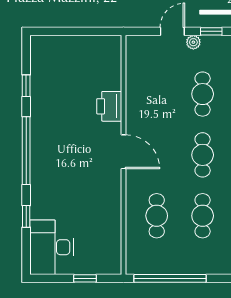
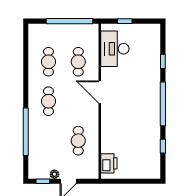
cafe table: (203, 94) -> (78, 141), moved
printer: (109, 106) -> (109, 163), moved
door: (123, 152) -> (100, 92), moved
desk: (51, 247) -> (115, 49), moved, turned 180

